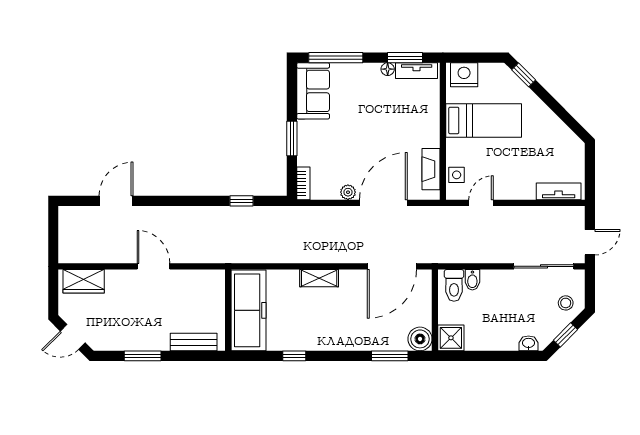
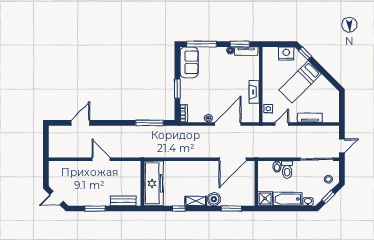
nightstand: (464, 75) -> (286, 53), moved
bed: (484, 120) -> (300, 82), moved, turned 135
fireplace: (431, 169) -> (254, 92), moved
tv unit: (559, 191) -> (310, 118), moved
window: (241, 201) -> (150, 123), width x2.17
shelving: (319, 278) -> (196, 201), moved
wardrobe: (84, 281) -> (62, 167), removed
toilet: (454, 285) -> (287, 170), moved
boiler: (420, 339) -> (214, 199), moved
bathtub: (492, 339) -> (288, 199), added

